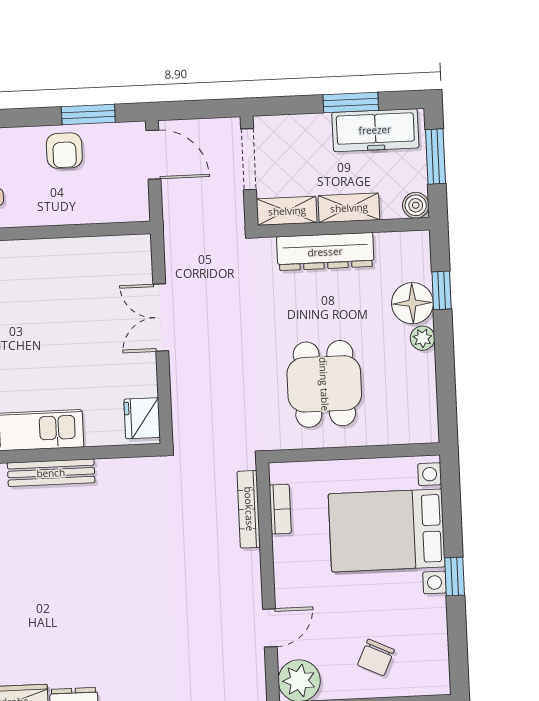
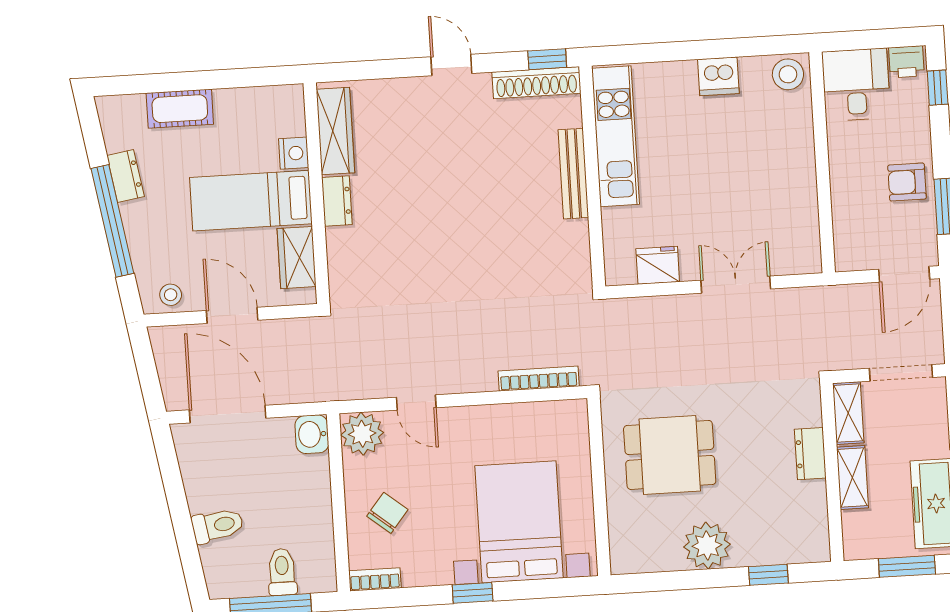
boiler: (416, 205) -> (856, 547), removed
dresser: (325, 252) -> (810, 454), width x0.51, depth x0.80
floor lamp: (412, 303) -> (755, 545), removed
plant: (423, 338) -> (707, 546), width x1.87, depth x1.87
fridge: (142, 418) -> (658, 265), moved
bookcase: (280, 509) -> (375, 579), moved, turned 180
chair: (376, 657) -> (387, 513), turned 104

